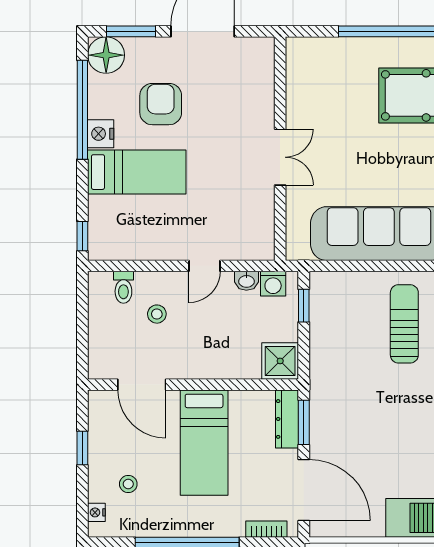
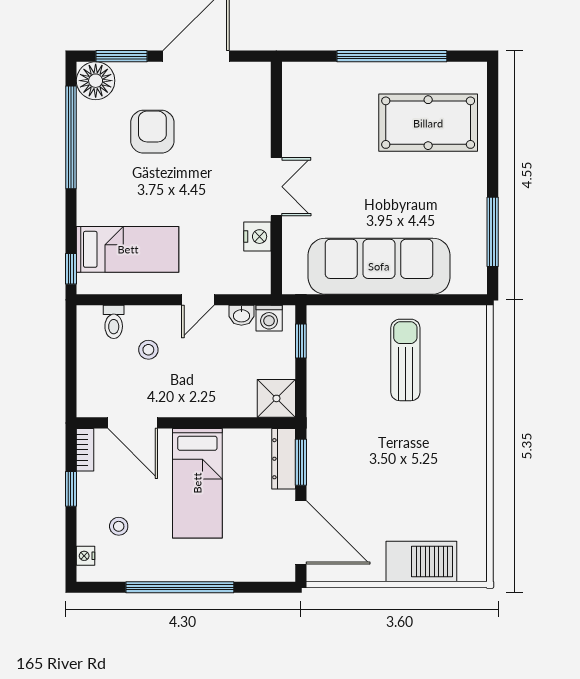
nightstand: (101, 134) -> (257, 237), moved, turned 180
bed: (137, 172) -> (128, 249), moved
bookcase: (266, 529) -> (85, 450), moved, turned 90

